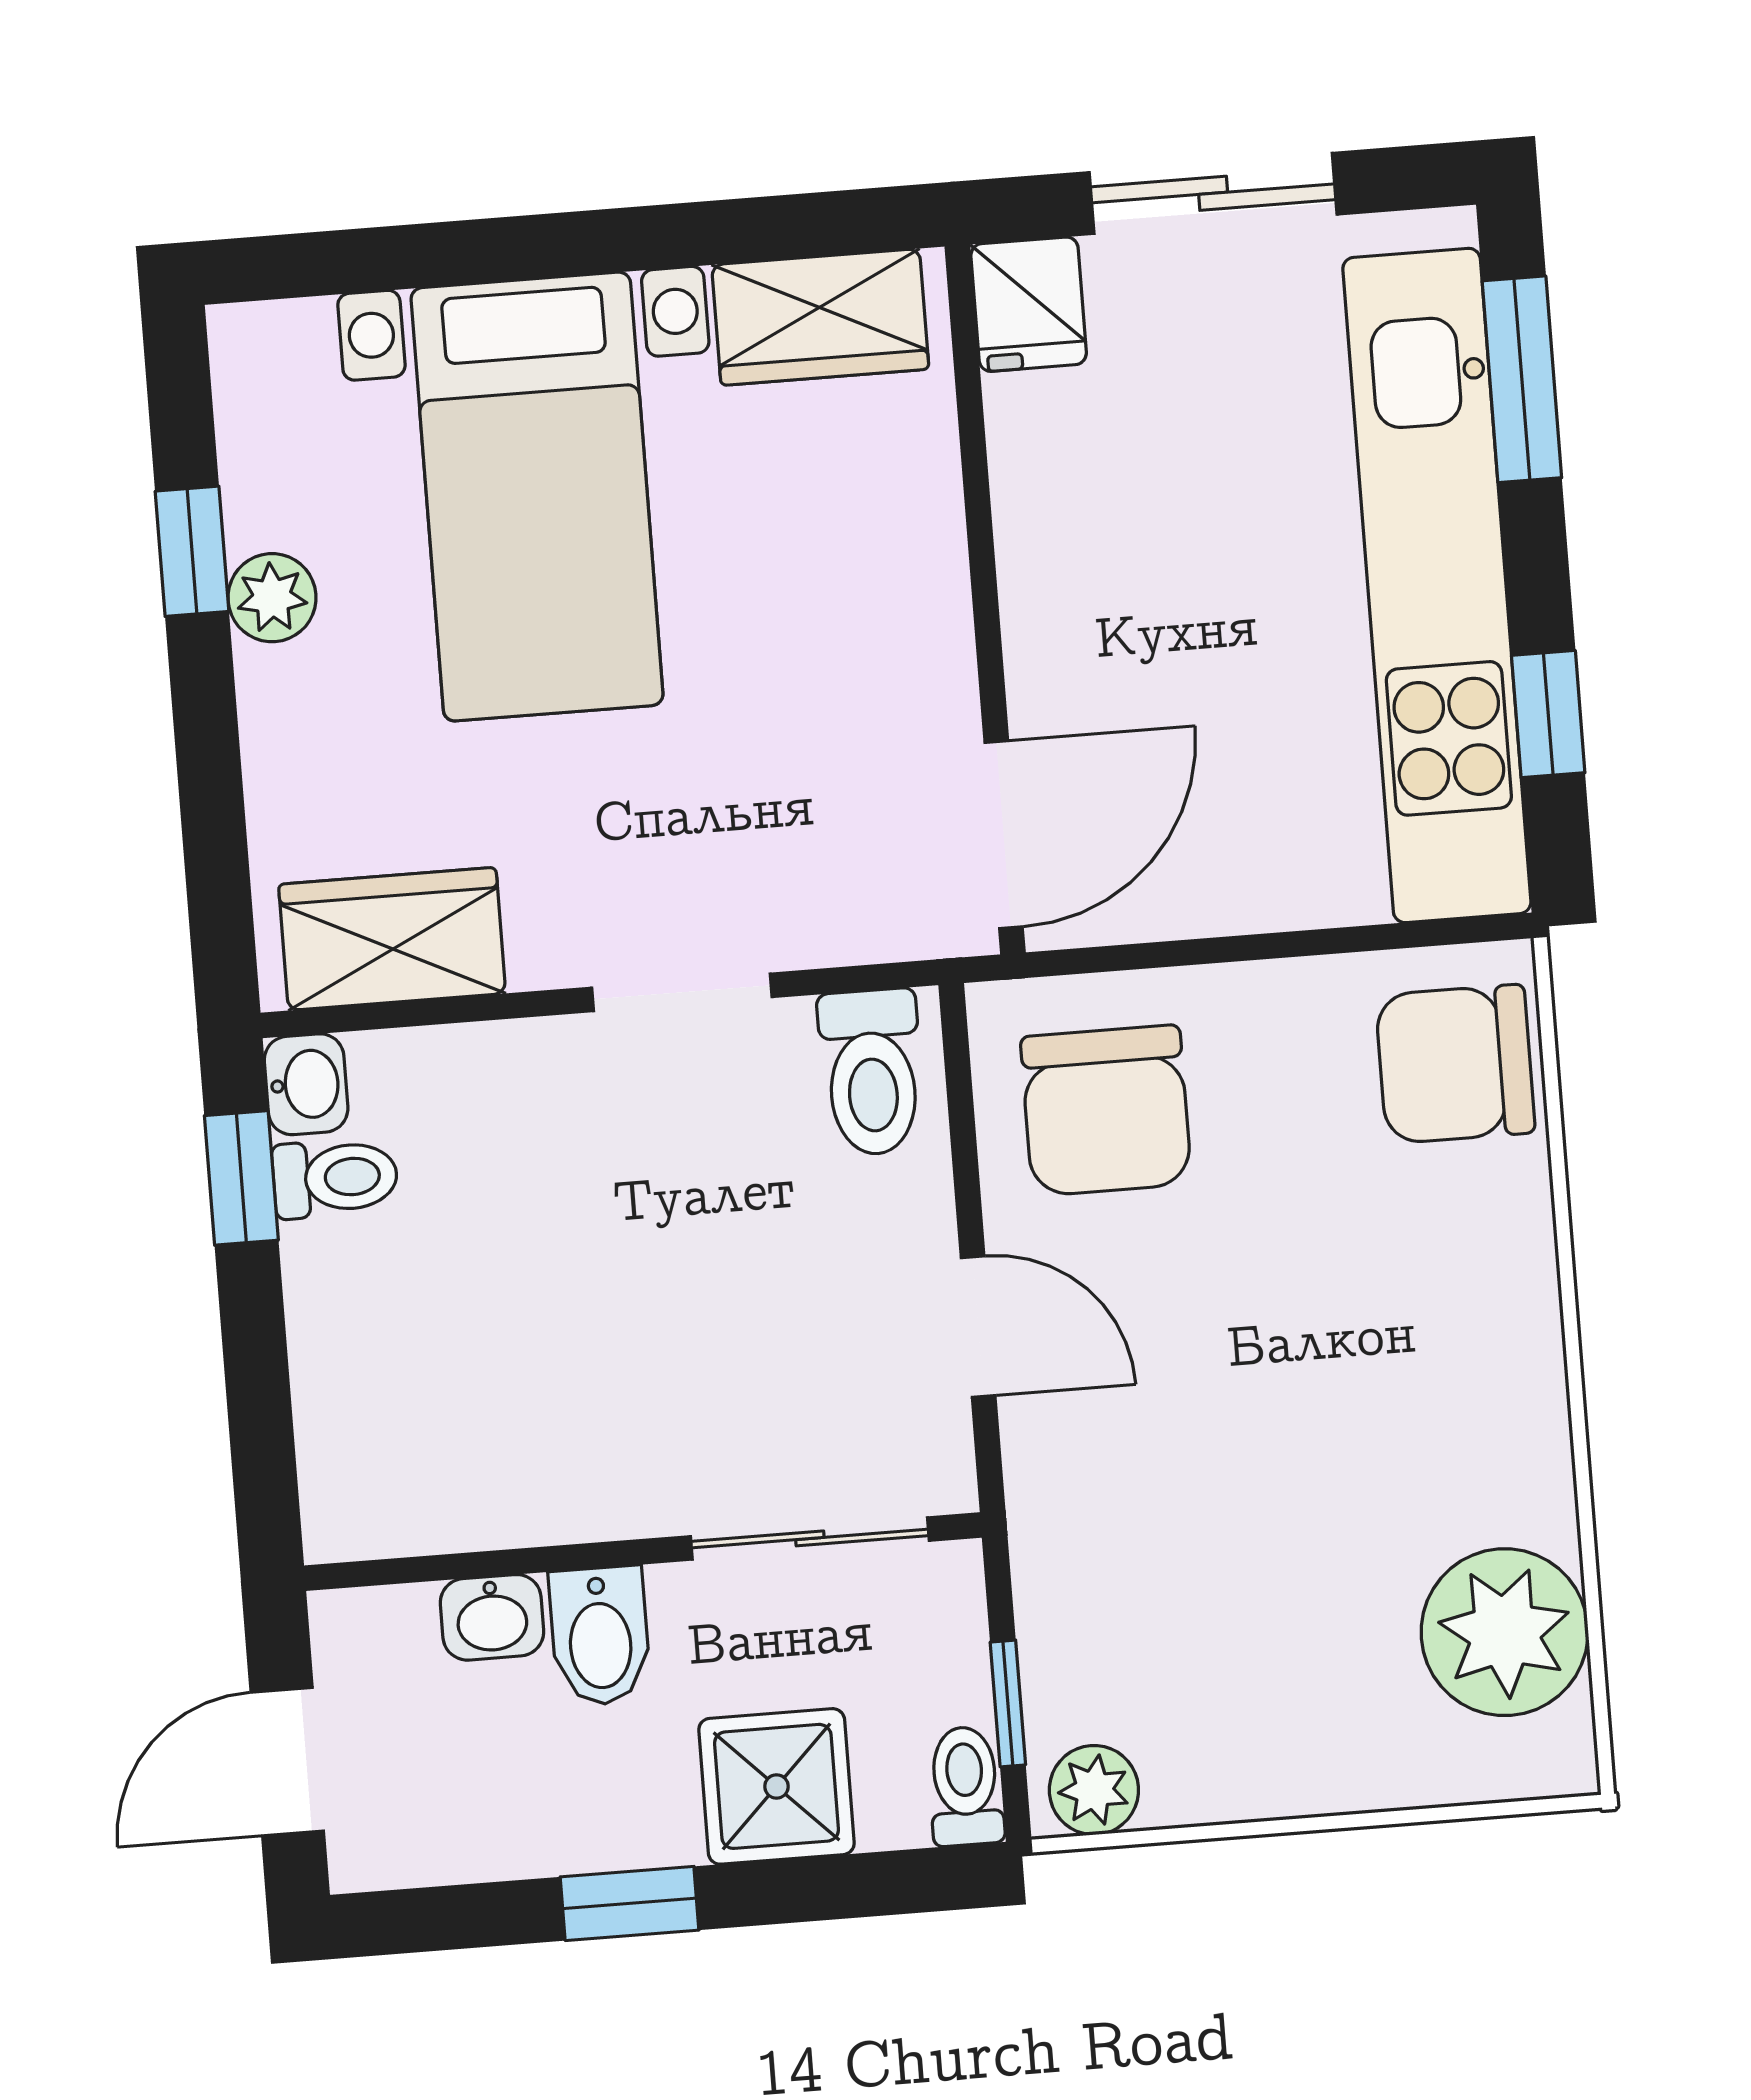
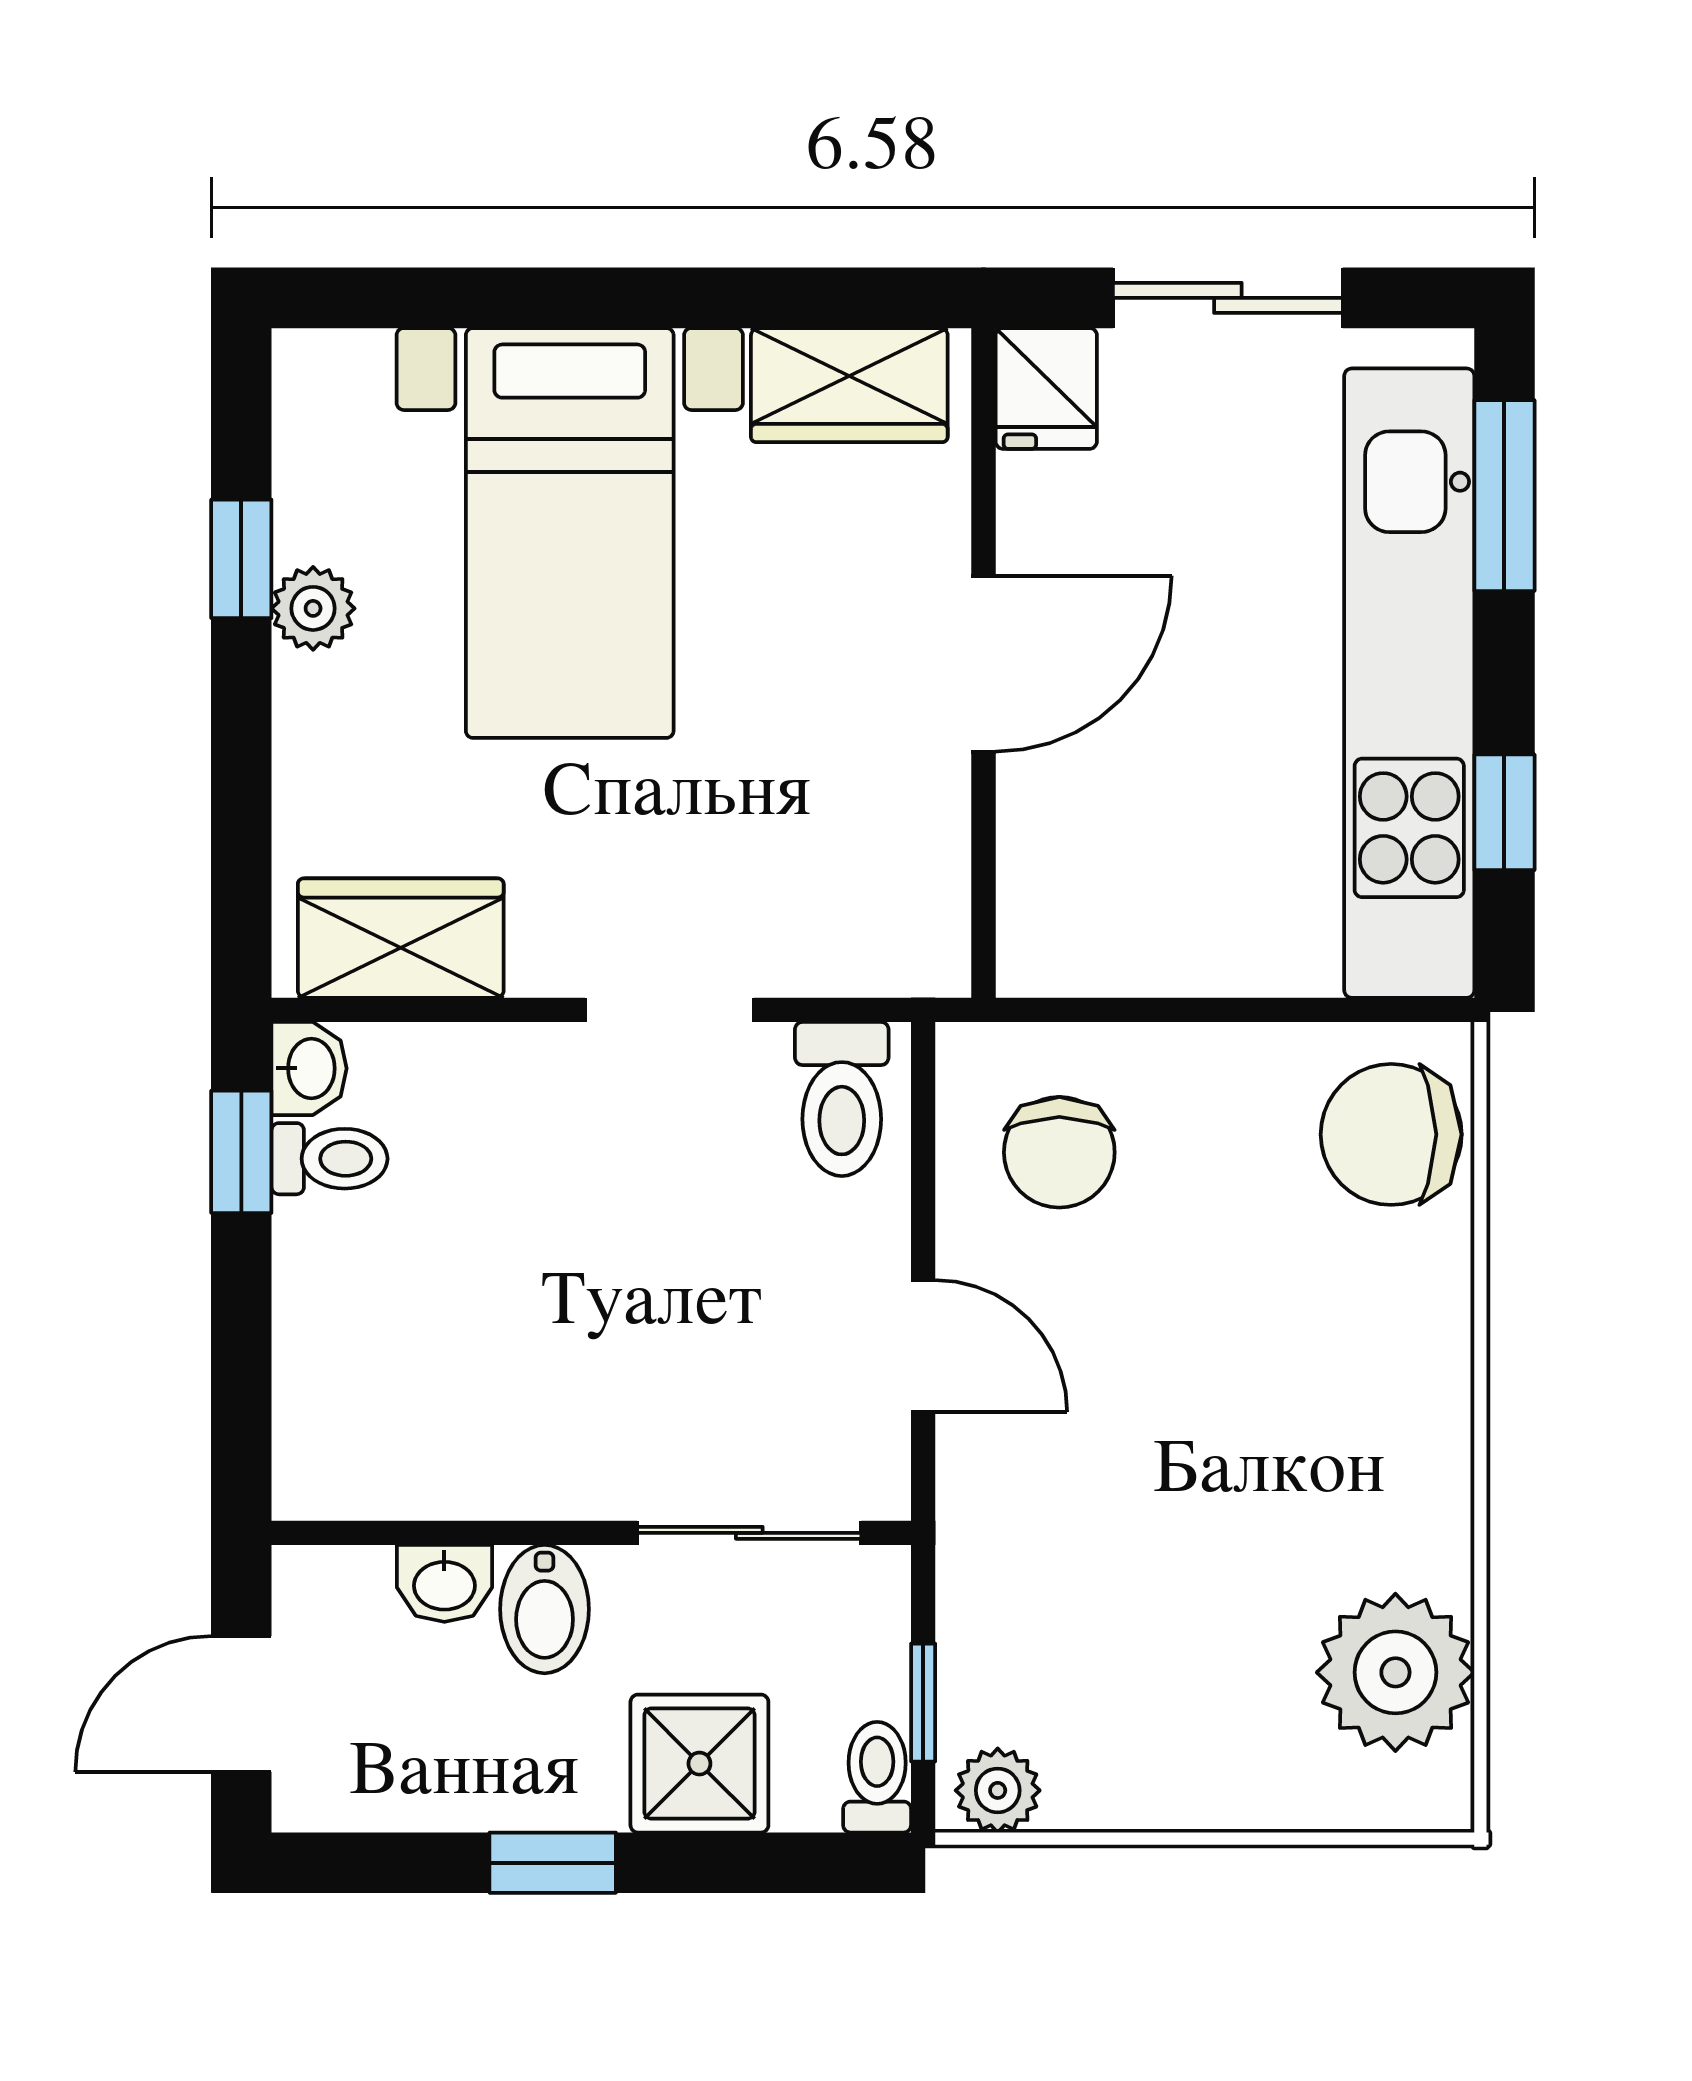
door: (1004, 835) -> (983, 664), moved
chair: (1106, 1110) -> (1059, 1152), width x0.73, depth x0.73

